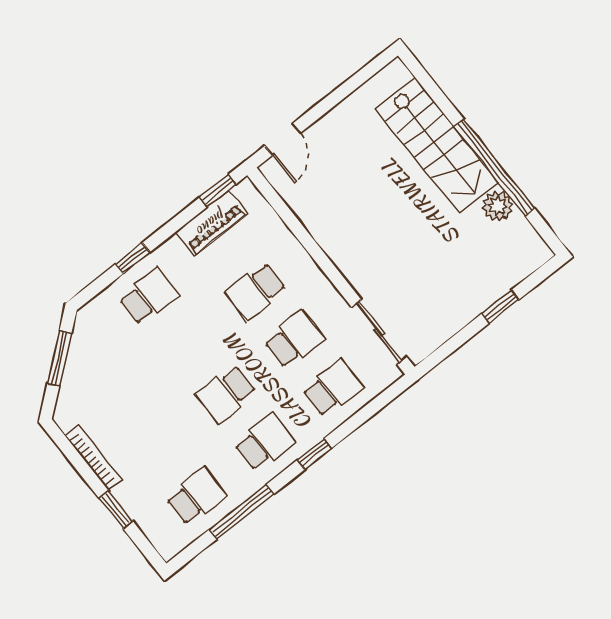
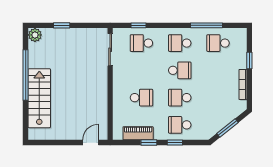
window: (218, 191) -> (149, 143), moved
plant: (498, 206) -> (35, 35), moved
school desk: (294, 340) -> (180, 98), moved
window: (314, 454) -> (139, 25), moved

